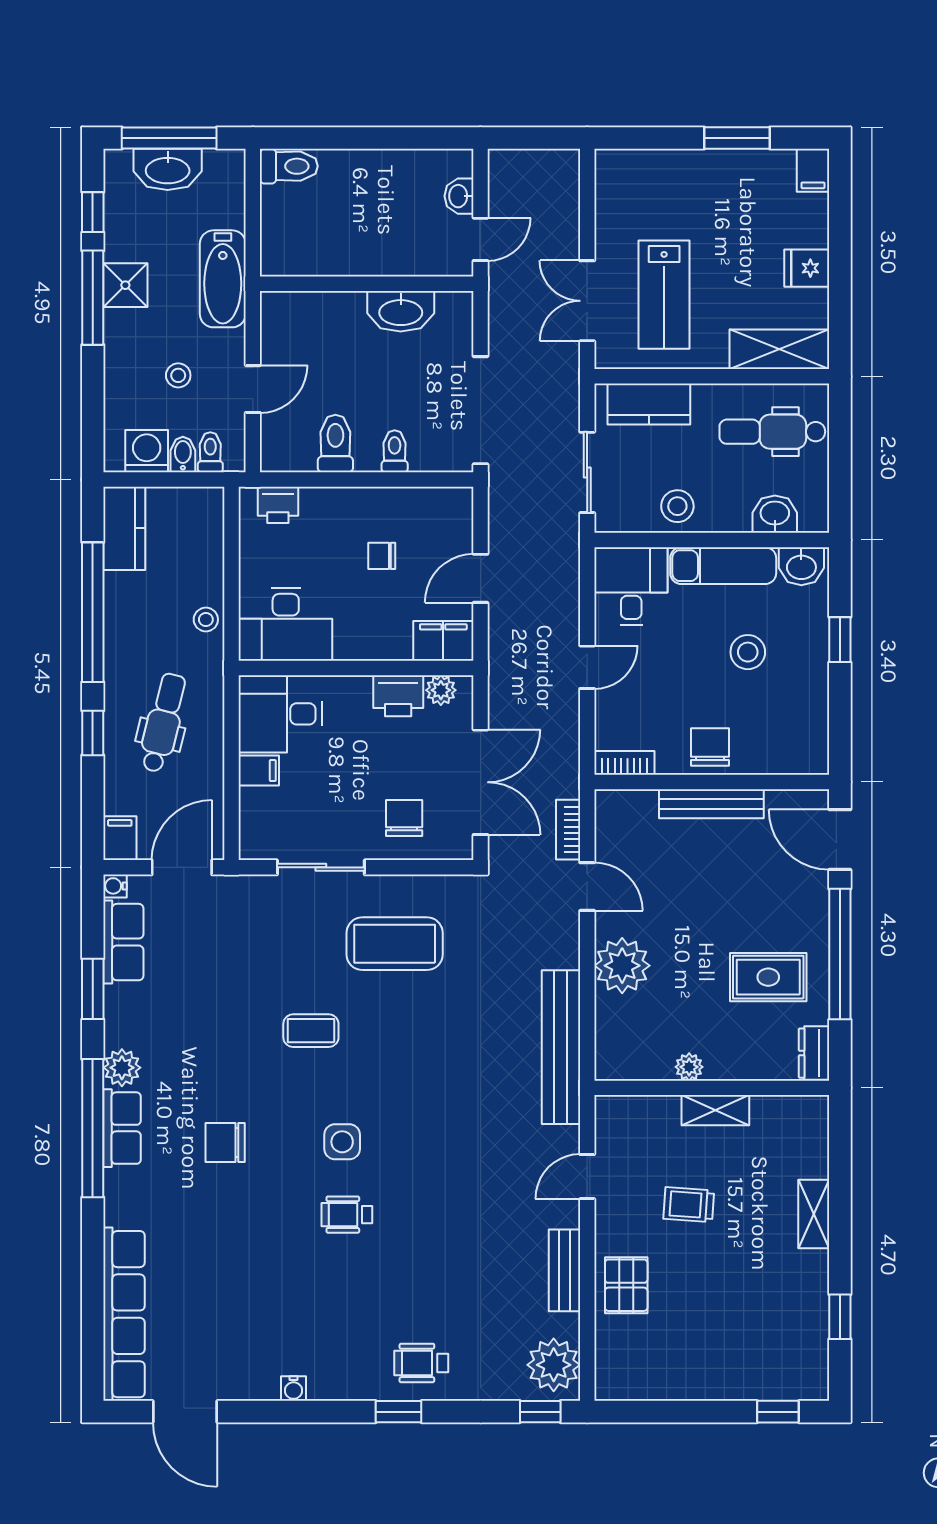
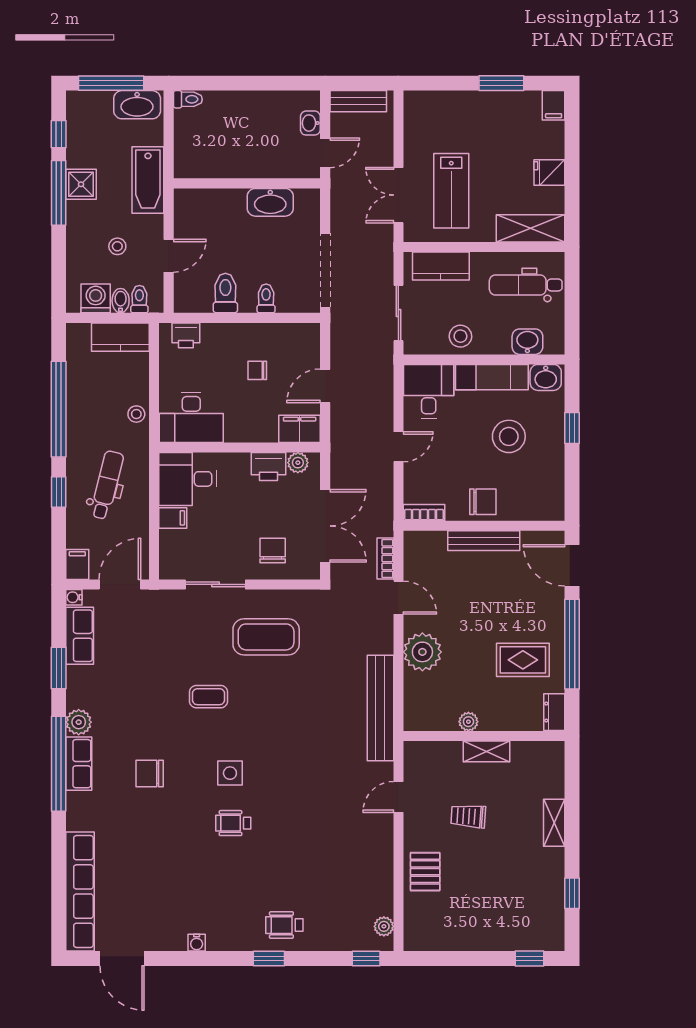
toilet: (289, 166) -> (188, 99), width x0.73, depth x0.72
washbasin: (168, 169) -> (137, 105), moved
kitchen counter: (124, 528) -> (120, 337), moved, turned 90
stool: (748, 652) -> (509, 436), width x1.38, depth x1.38
chair: (710, 747) -> (483, 502), turned 90
bench: (564, 1270) -> (358, 101), moved, turned 90
plant: (554, 1365) -> (384, 926), width x0.53, depth x0.53

